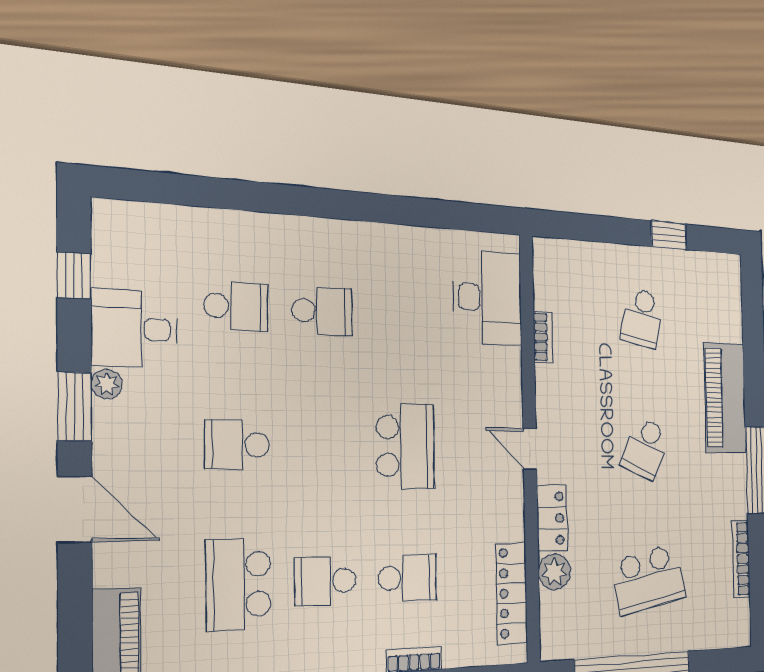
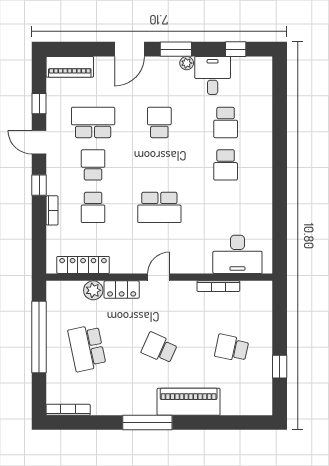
bookcase: (543, 337) -> (218, 286), width x1.56
bookcase: (741, 559) -> (68, 410), moved

